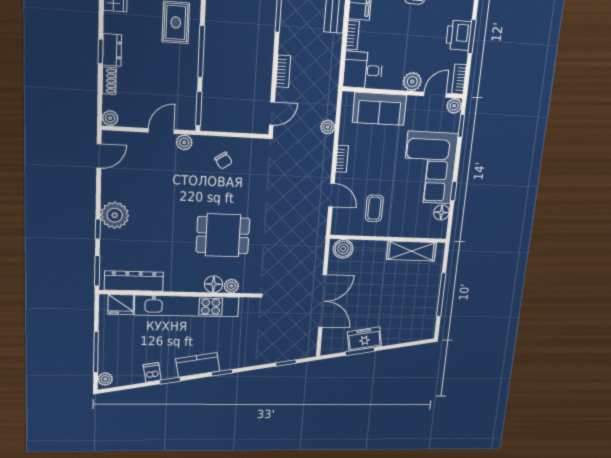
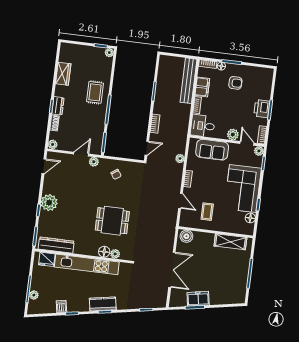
door: (435, 95) -> (247, 143), hinge flipped
kitchen counter: (198, 365) -> (103, 304), moved
plant: (105, 379) -> (34, 295), moved

